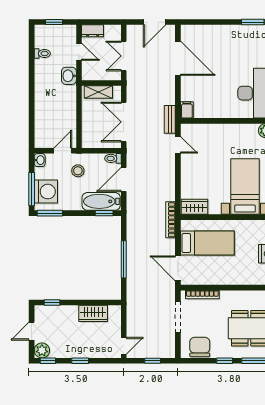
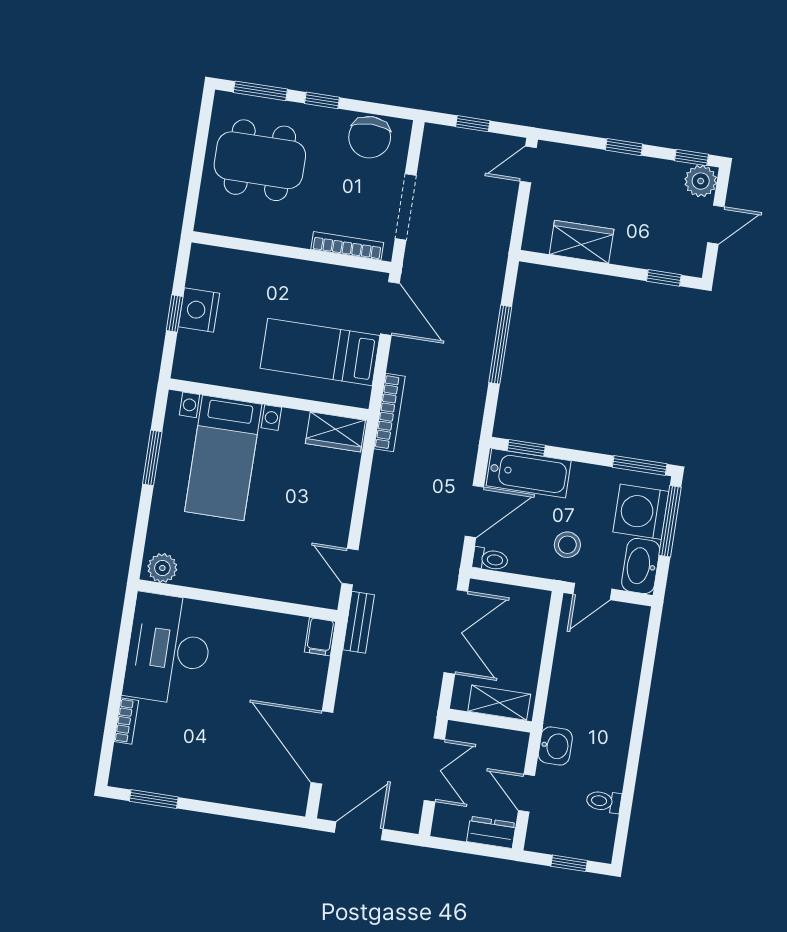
washbasin: (40, 160) -> (641, 566), width x1.91, depth x1.45

